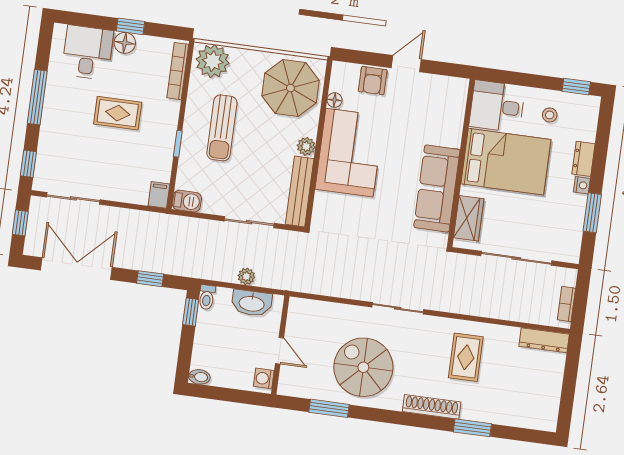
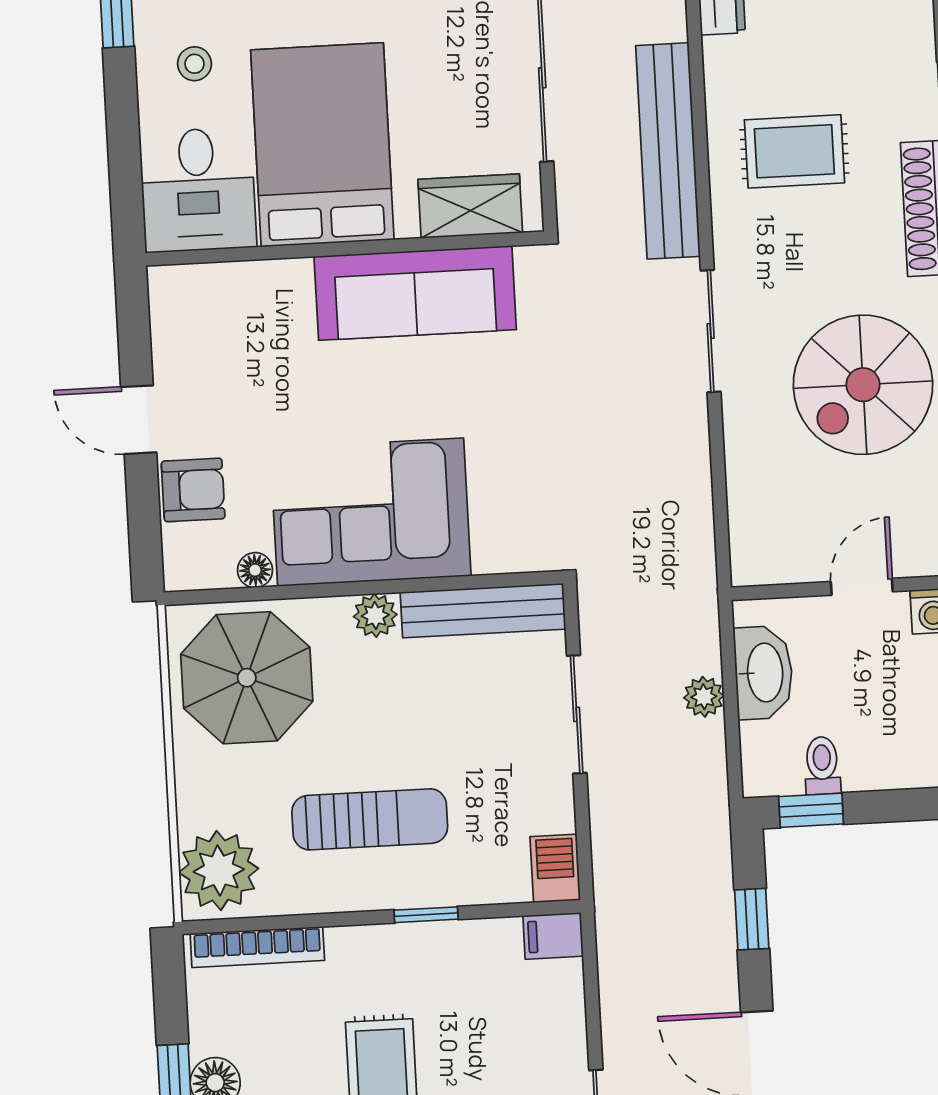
toilet: (207, 297) -> (822, 766), moved, turned -90
bench: (476, 305) -> (668, 151), added

